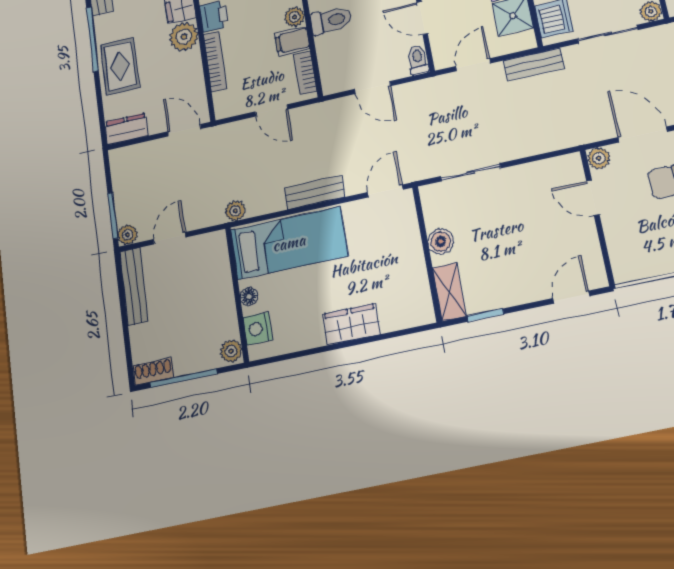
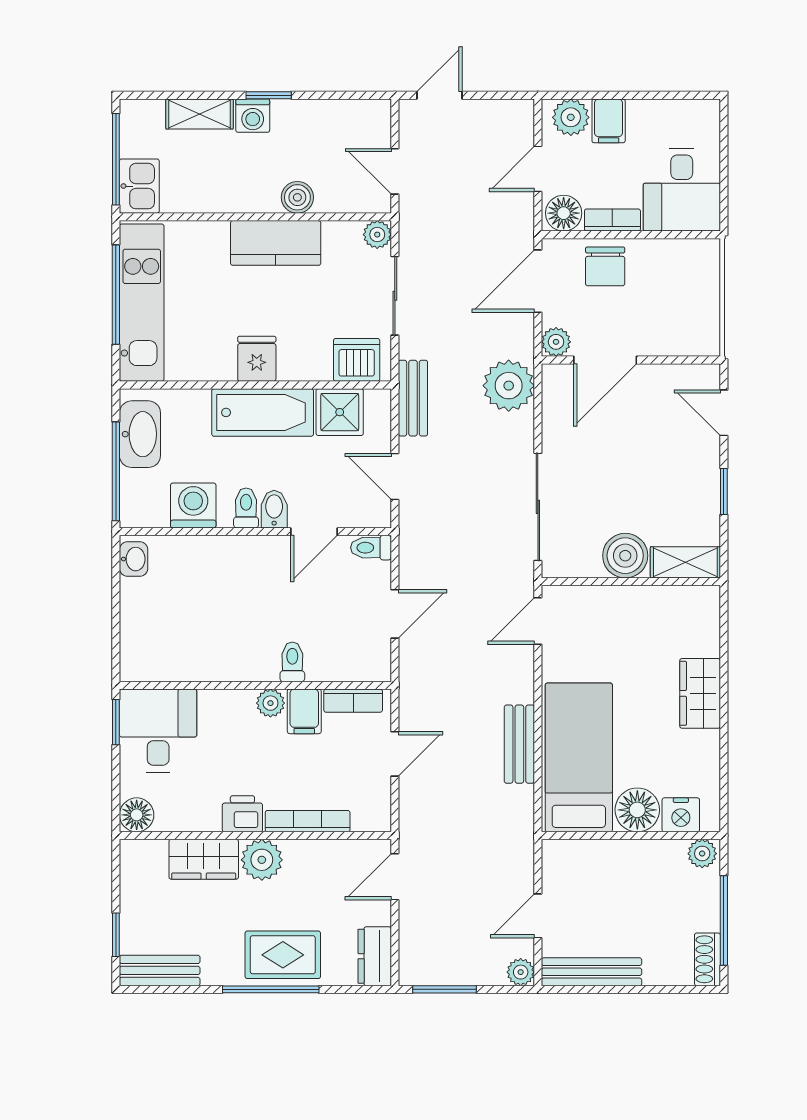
toilet: (331, 21) -> (292, 662), width x0.73, depth x0.72
window: (92, 39) -> (271, 989), moved
sliding door: (471, 172) -> (538, 507), width x1.37
door: (385, 191) -> (538, 621), hinge flipped
bench: (315, 192) -> (519, 744), moved
door: (593, 198) -> (605, 360), width x1.38
plant: (235, 211) -> (509, 386), moved, width x1.88, depth x1.88
window: (113, 216) -> (444, 989), moved
door: (169, 238) -> (538, 916), hinge flipped
boiler: (441, 241) -> (625, 556), width x1.36, depth x1.36
floor lamp: (249, 297) -> (637, 810), width x1.89, depth x1.89
window: (485, 315) -> (724, 491), moved

